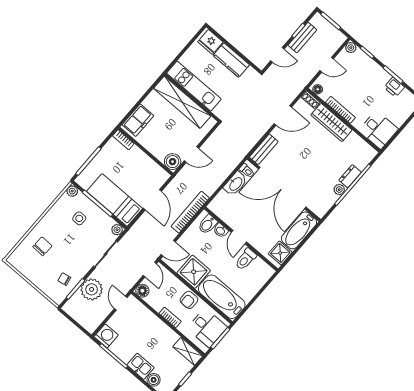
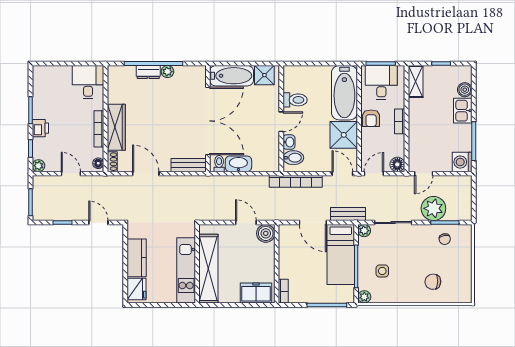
bench: (302, 38) -> (348, 214), moved
printer: (394, 87) -> (40, 128), moved
door: (152, 200) -> (313, 223), swing flipped
armchair: (189, 300) -> (371, 118), turned 90

